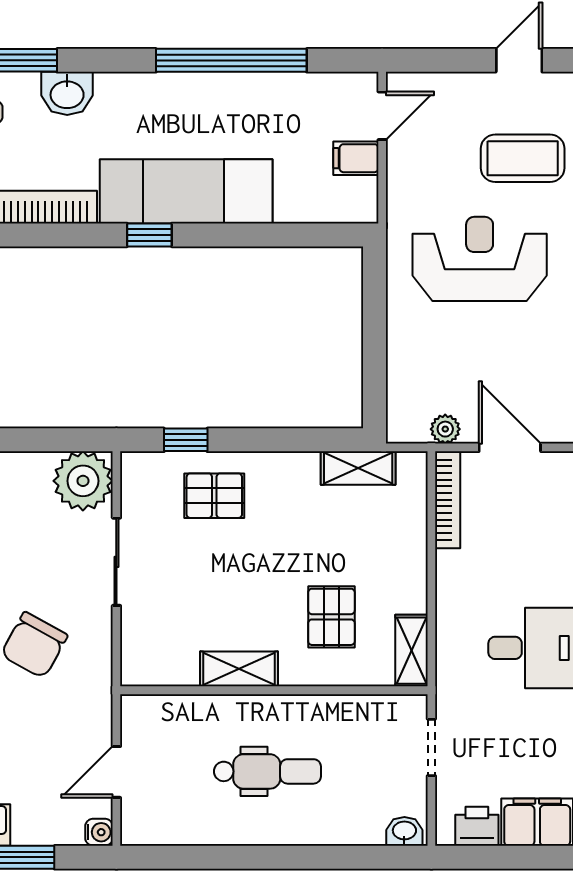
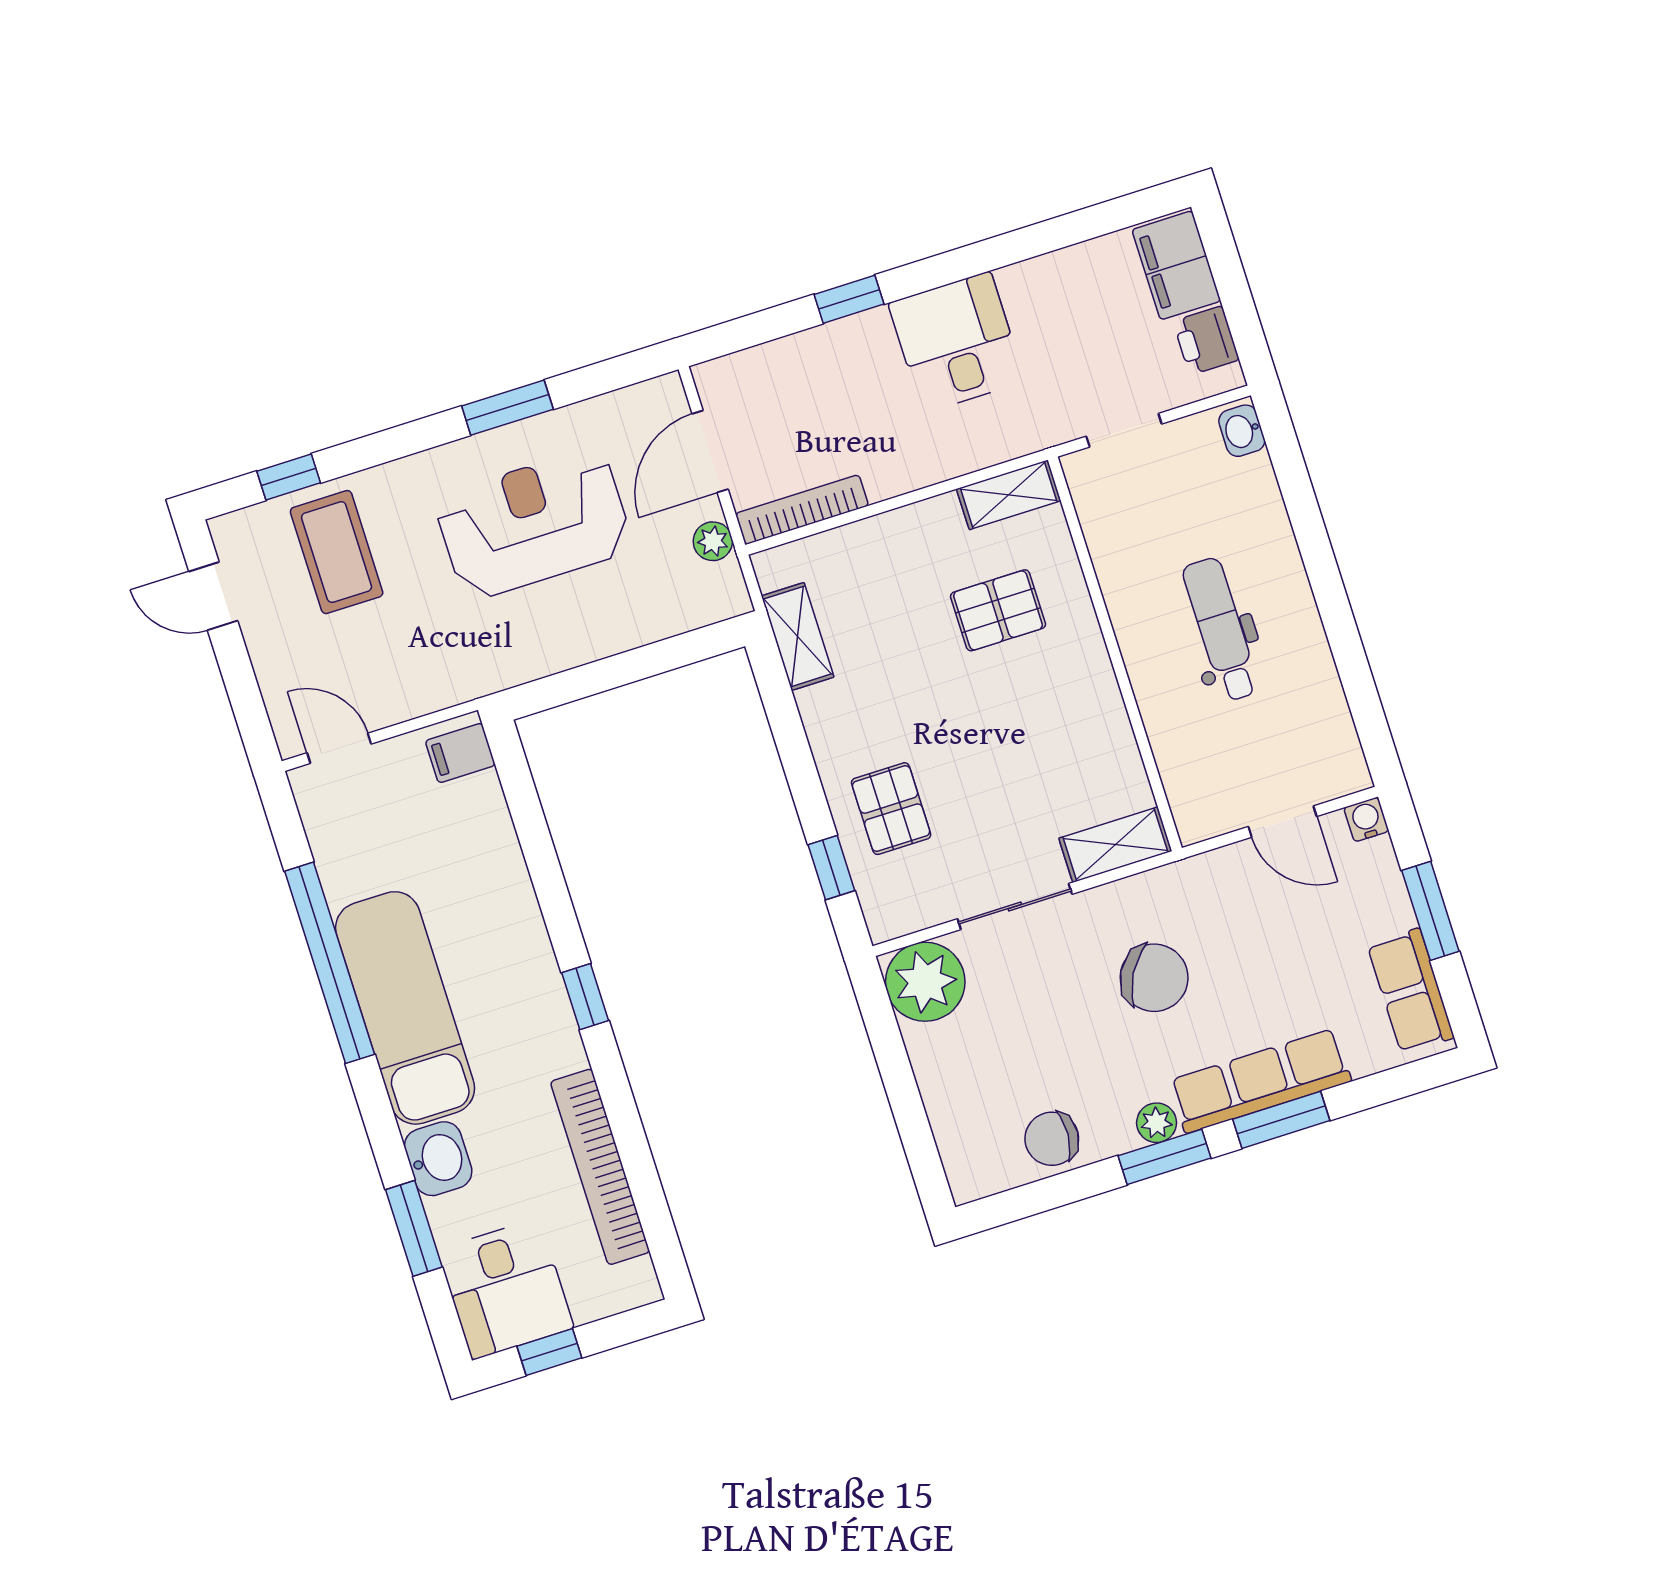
filing cabinet: (356, 158) -> (460, 753), moved, turned 90
exam couch: (186, 191) -> (405, 1008), moved, turned 180
reception desk: (480, 259) -> (534, 524), moved, turned 90
shelving: (239, 669) -> (1115, 845), moved, turned 90

